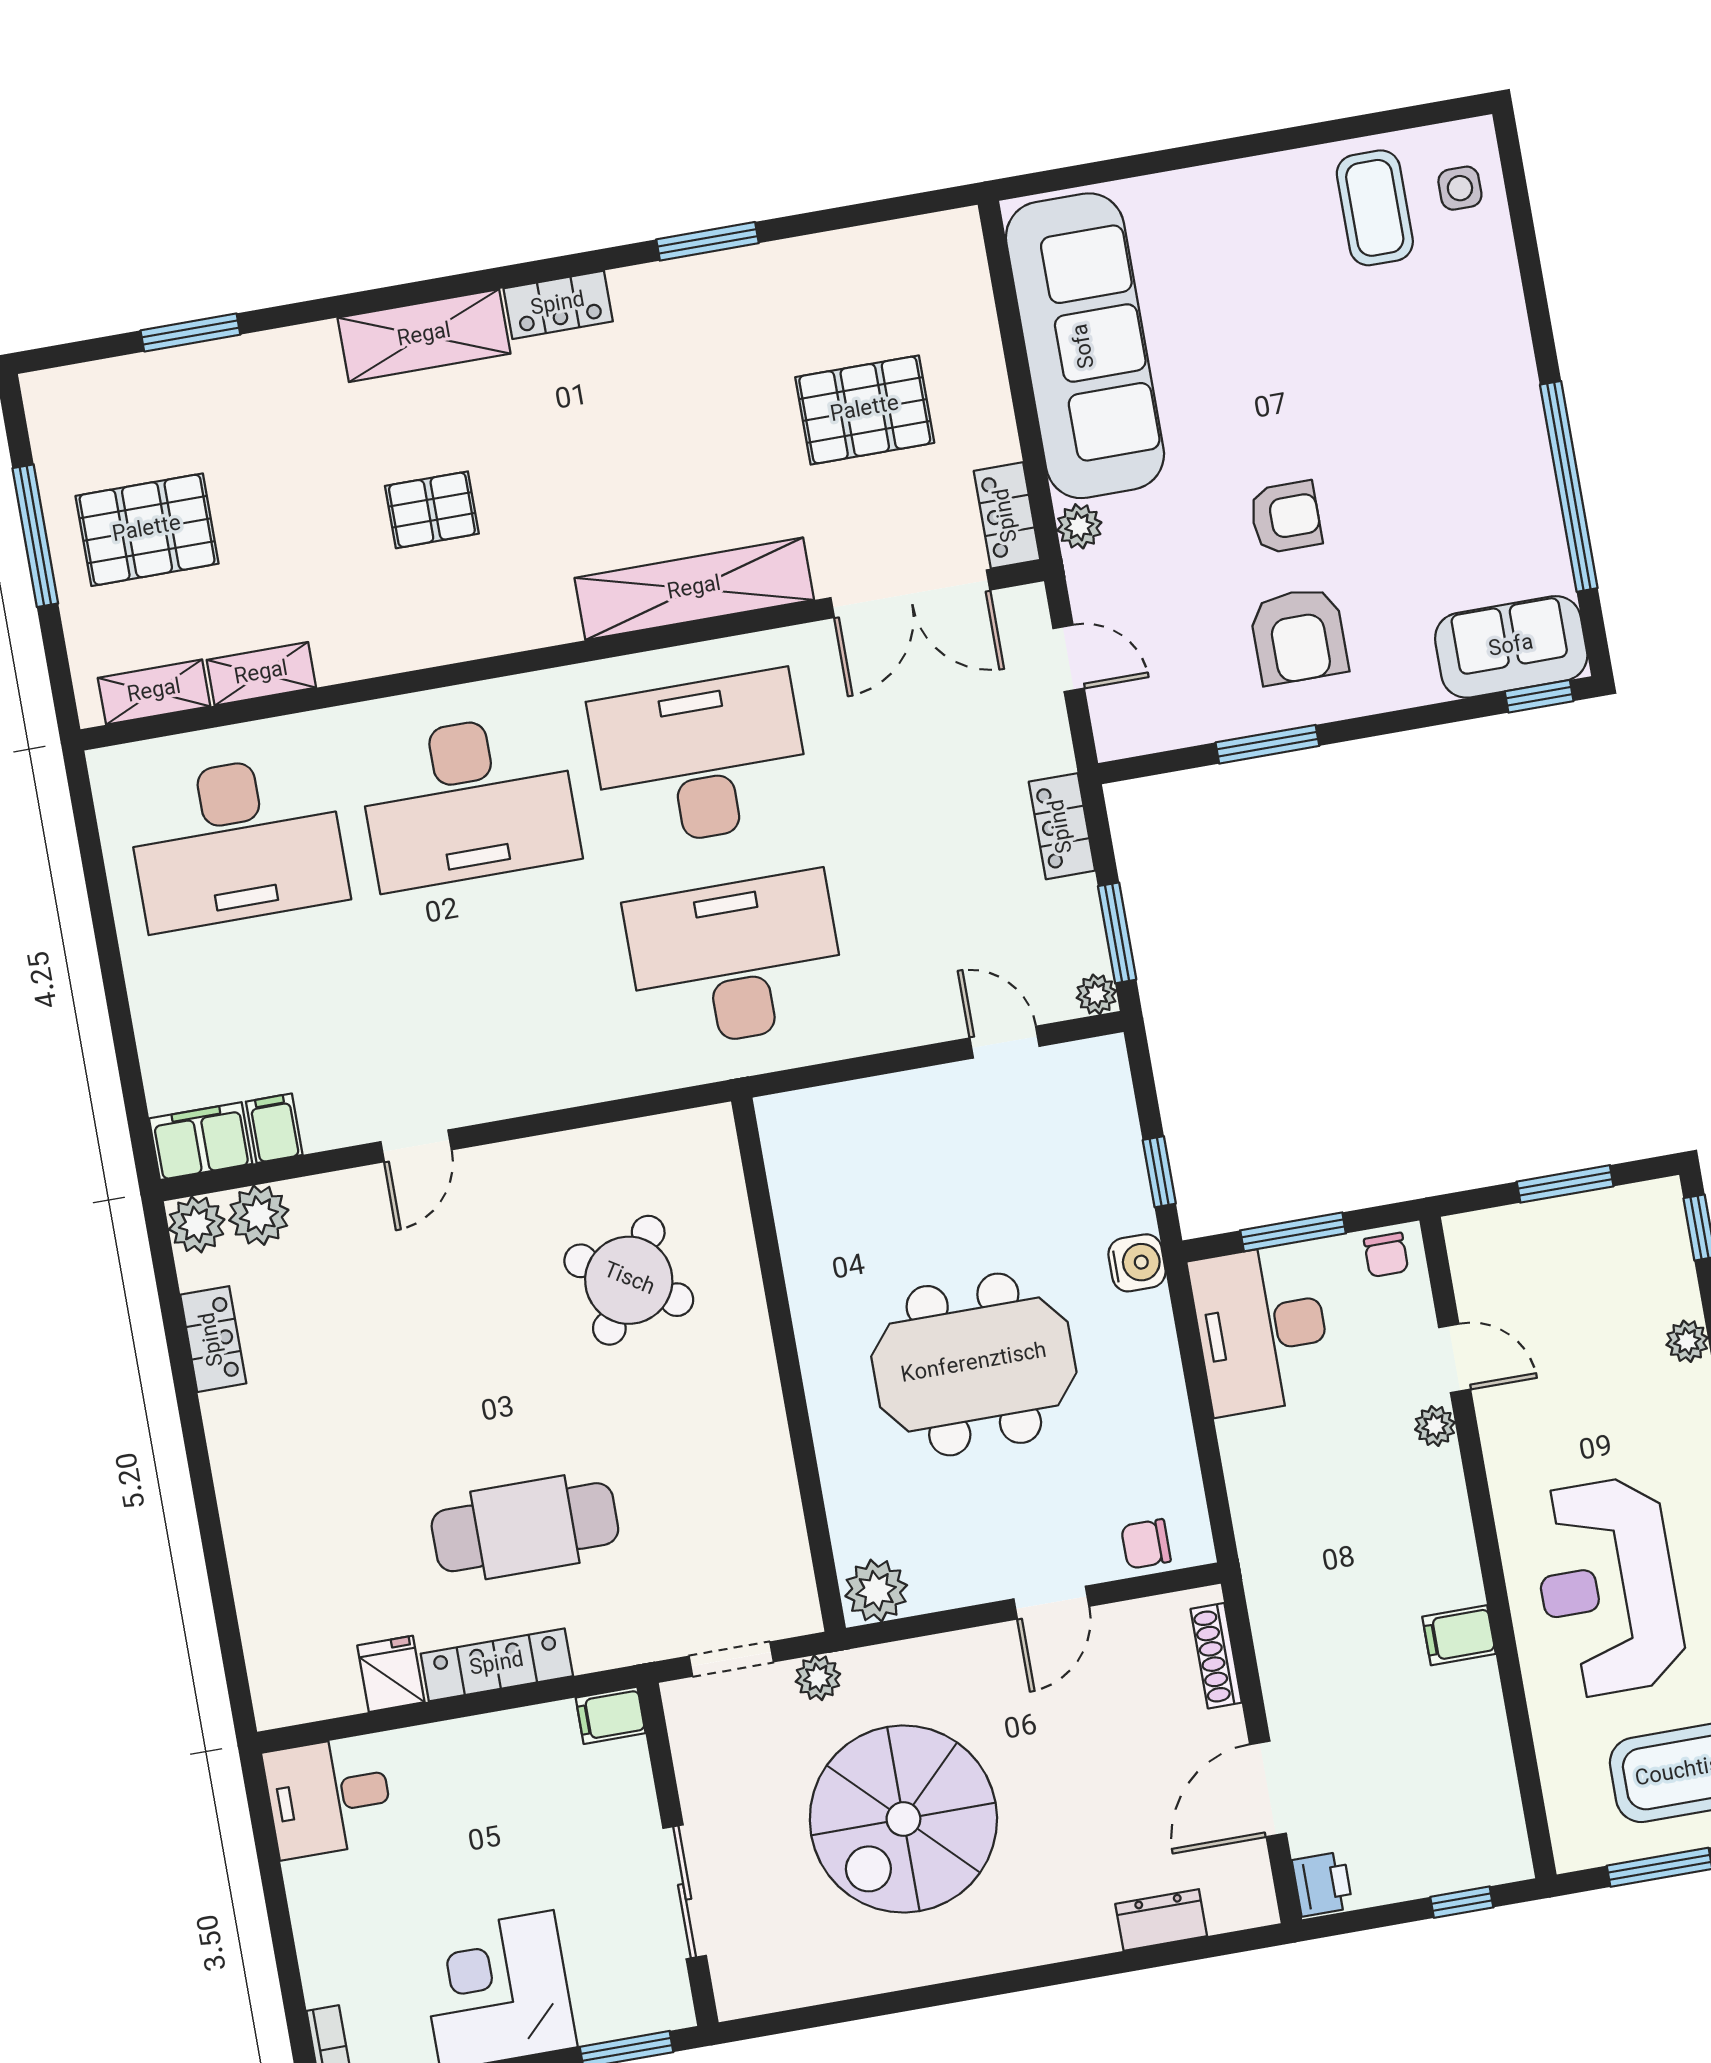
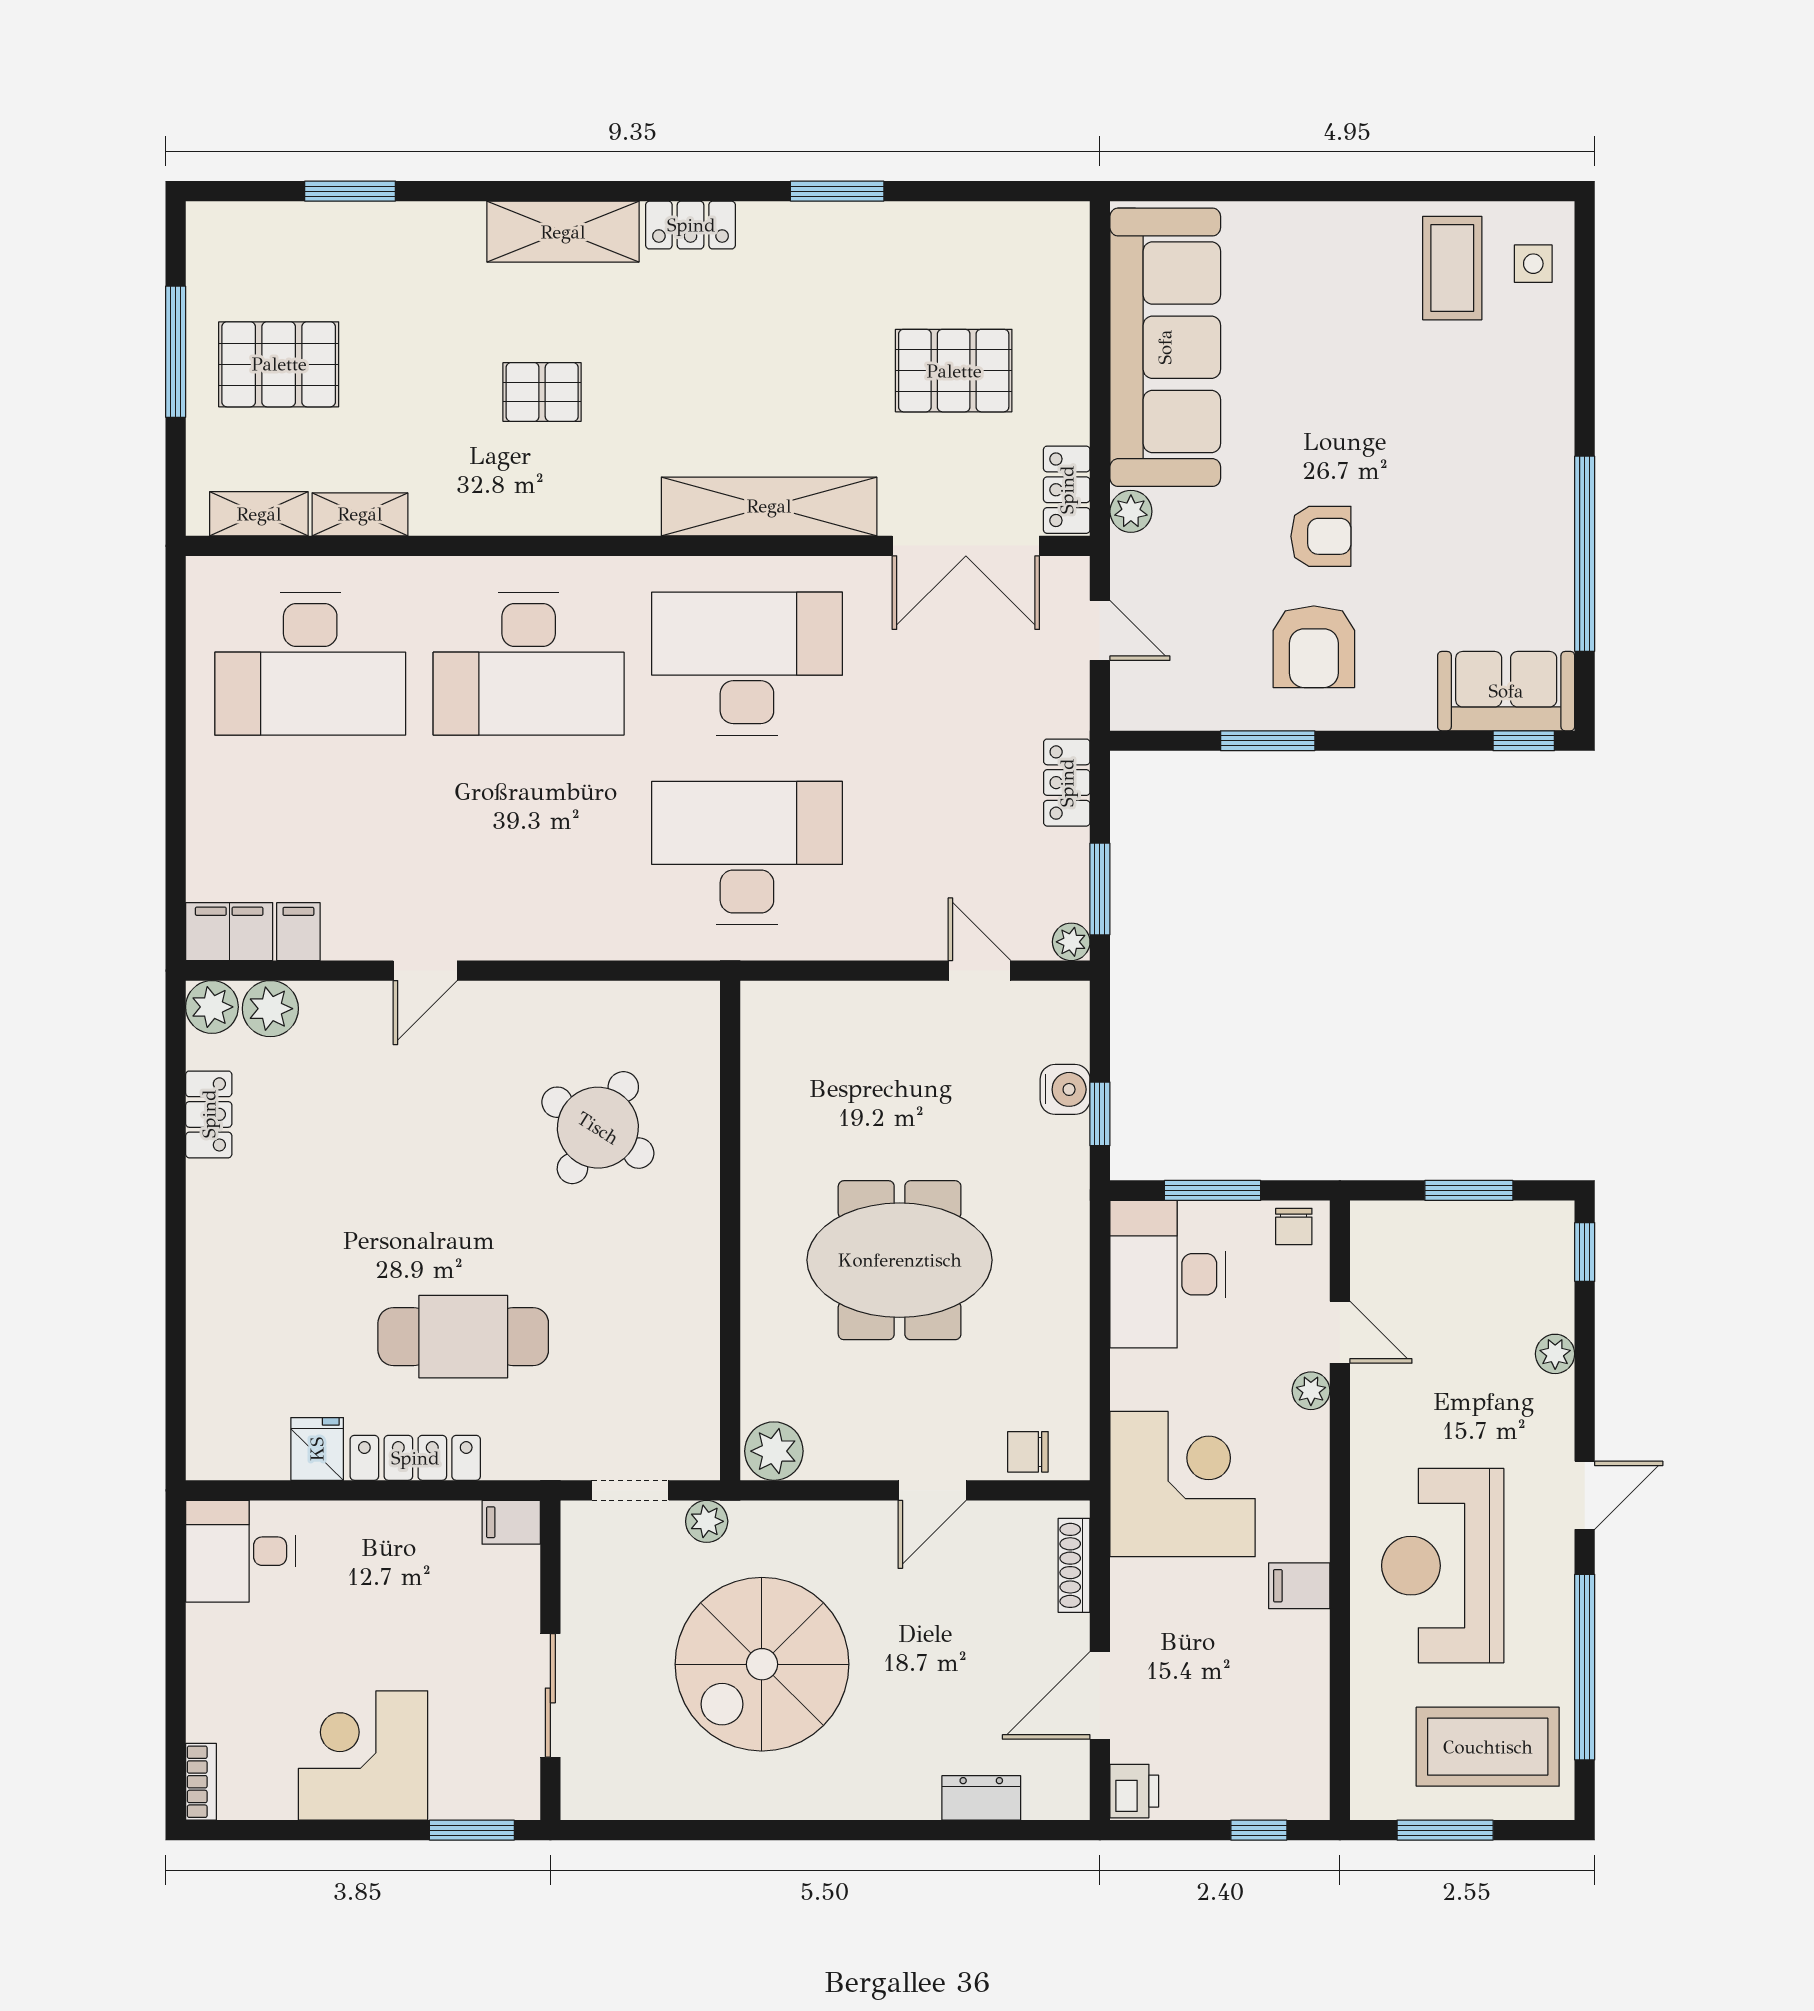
water cooler: (1137, 1263) -> (1065, 1089), moved
corner desk: (1316, 1549) -> (1183, 1484), added

